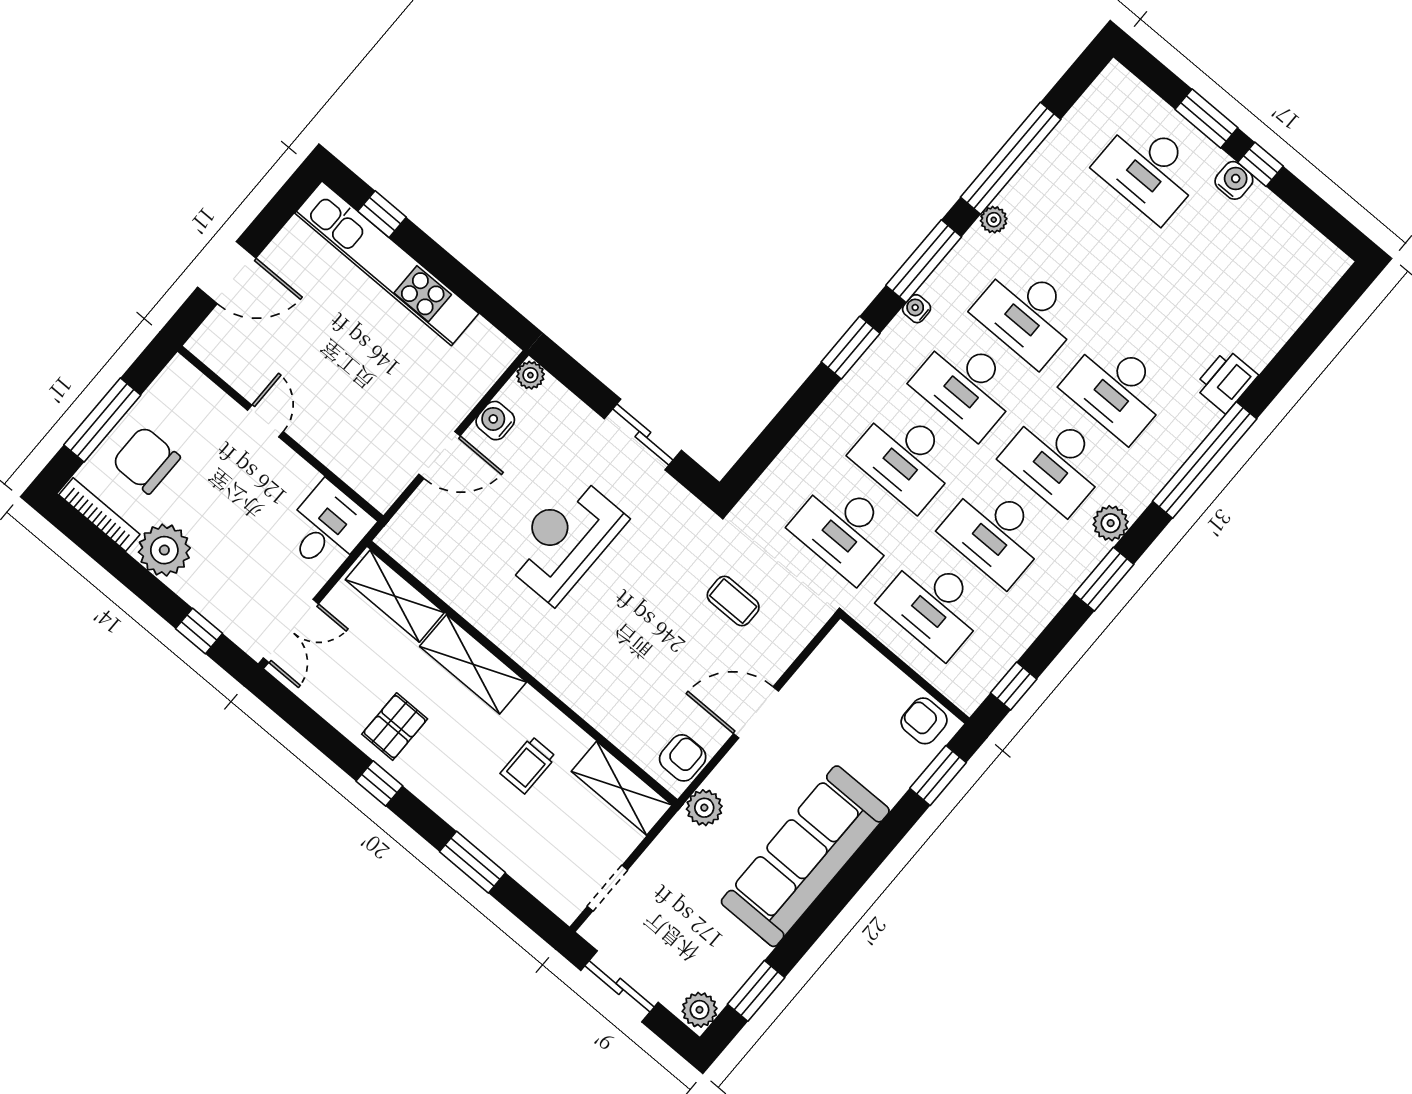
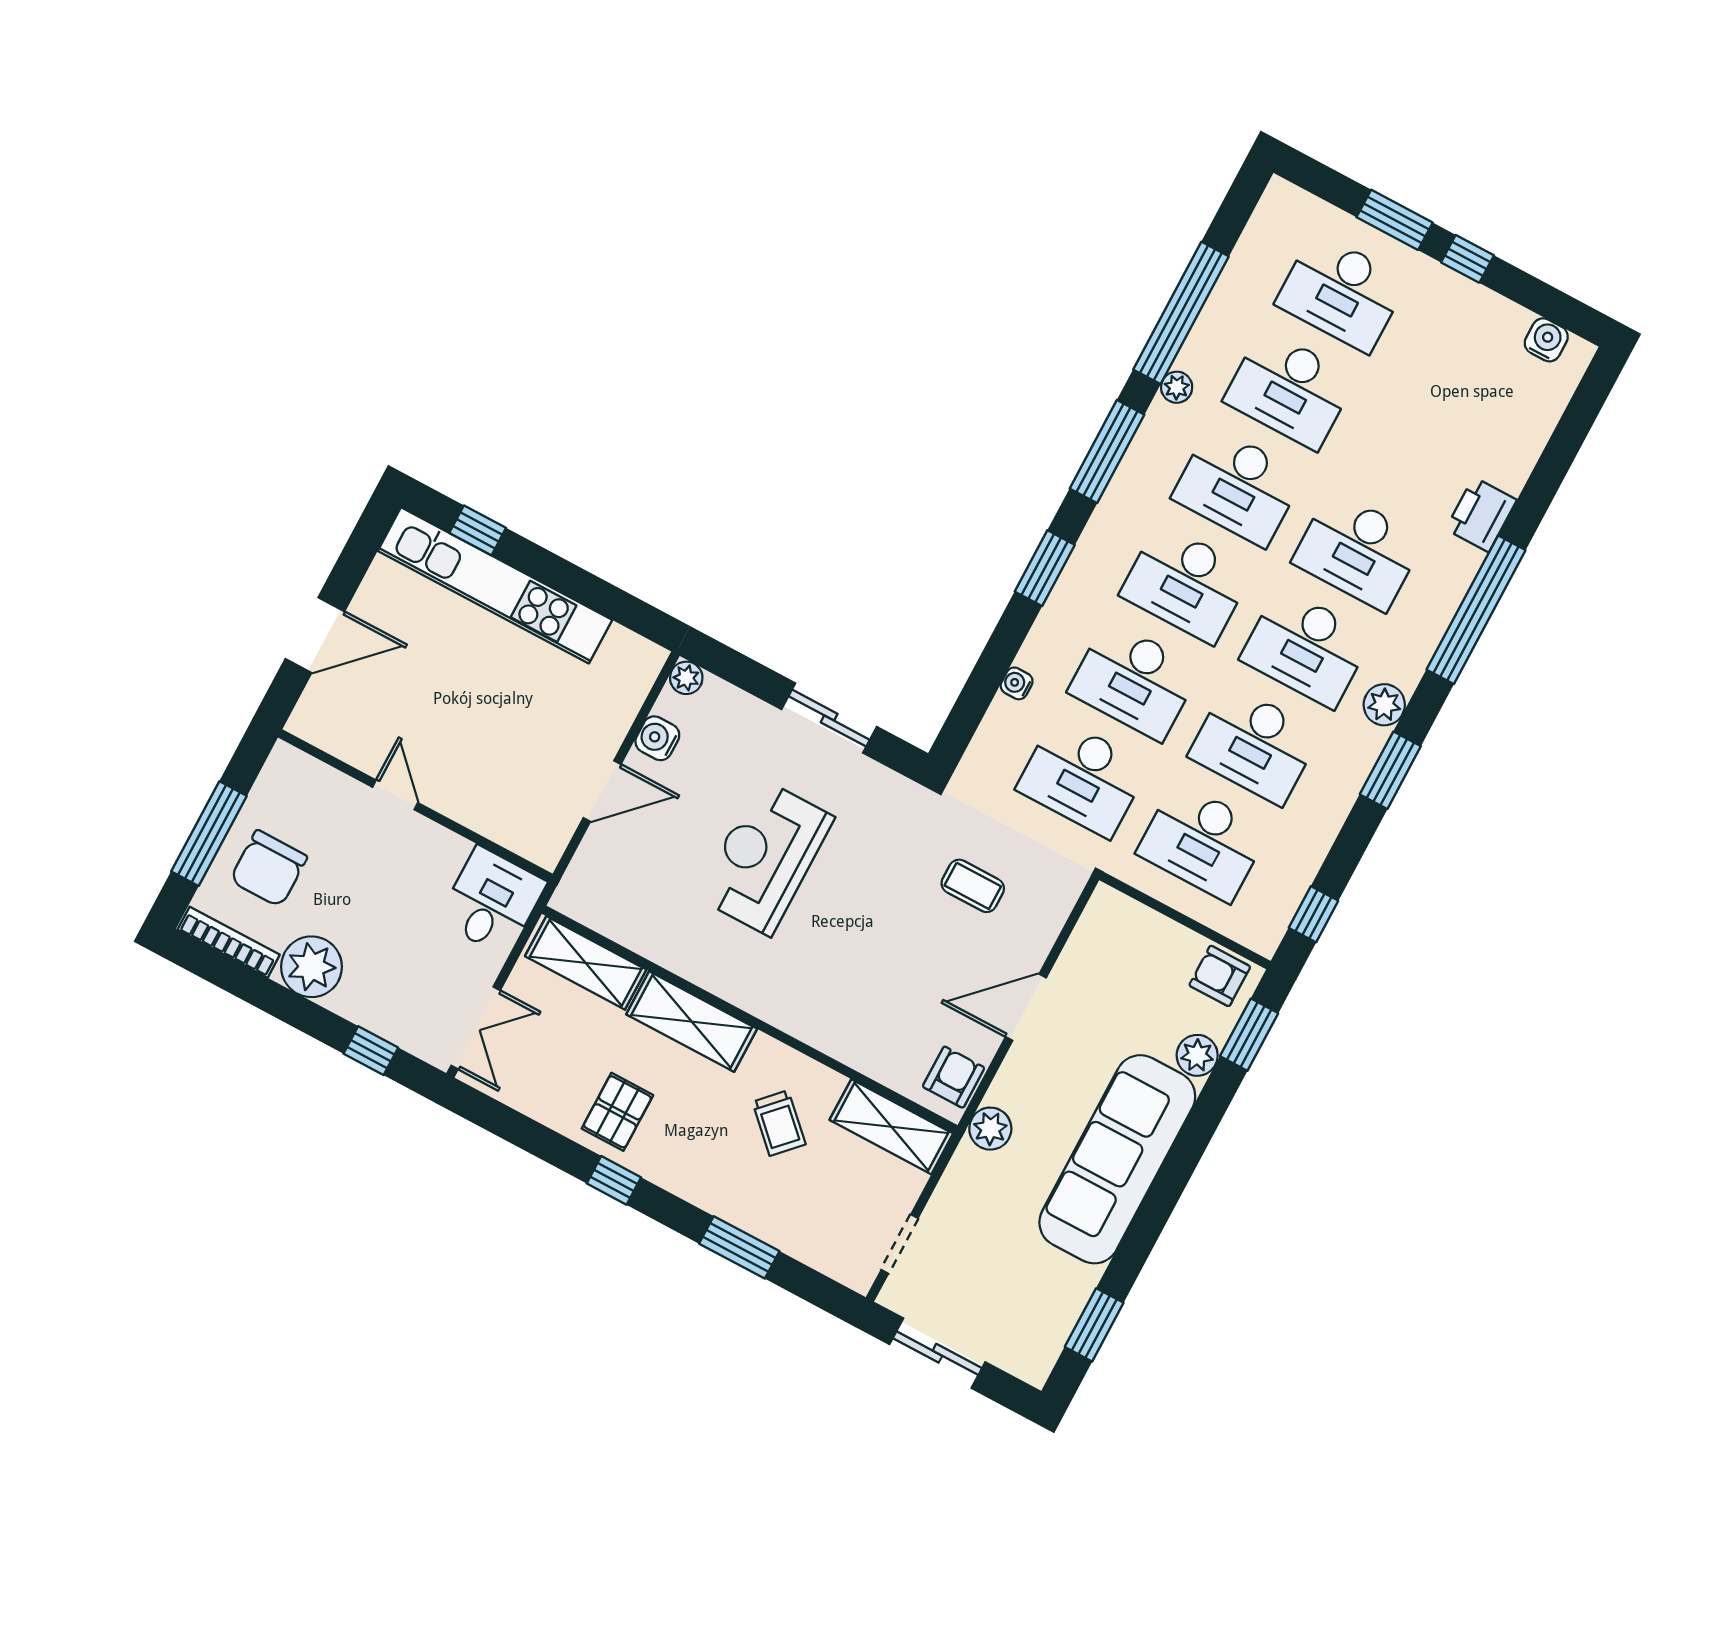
water cooler: (1234, 180) -> (1546, 340), moved
desk: (1088, 242) -> (1290, 389), added
water cooler: (917, 309) -> (1017, 683), moved
chair: (146, 460) -> (269, 869), turned -90
trolley: (528, 765) -> (779, 1123), turned -46
plant: (700, 1010) -> (1197, 1055), moved

